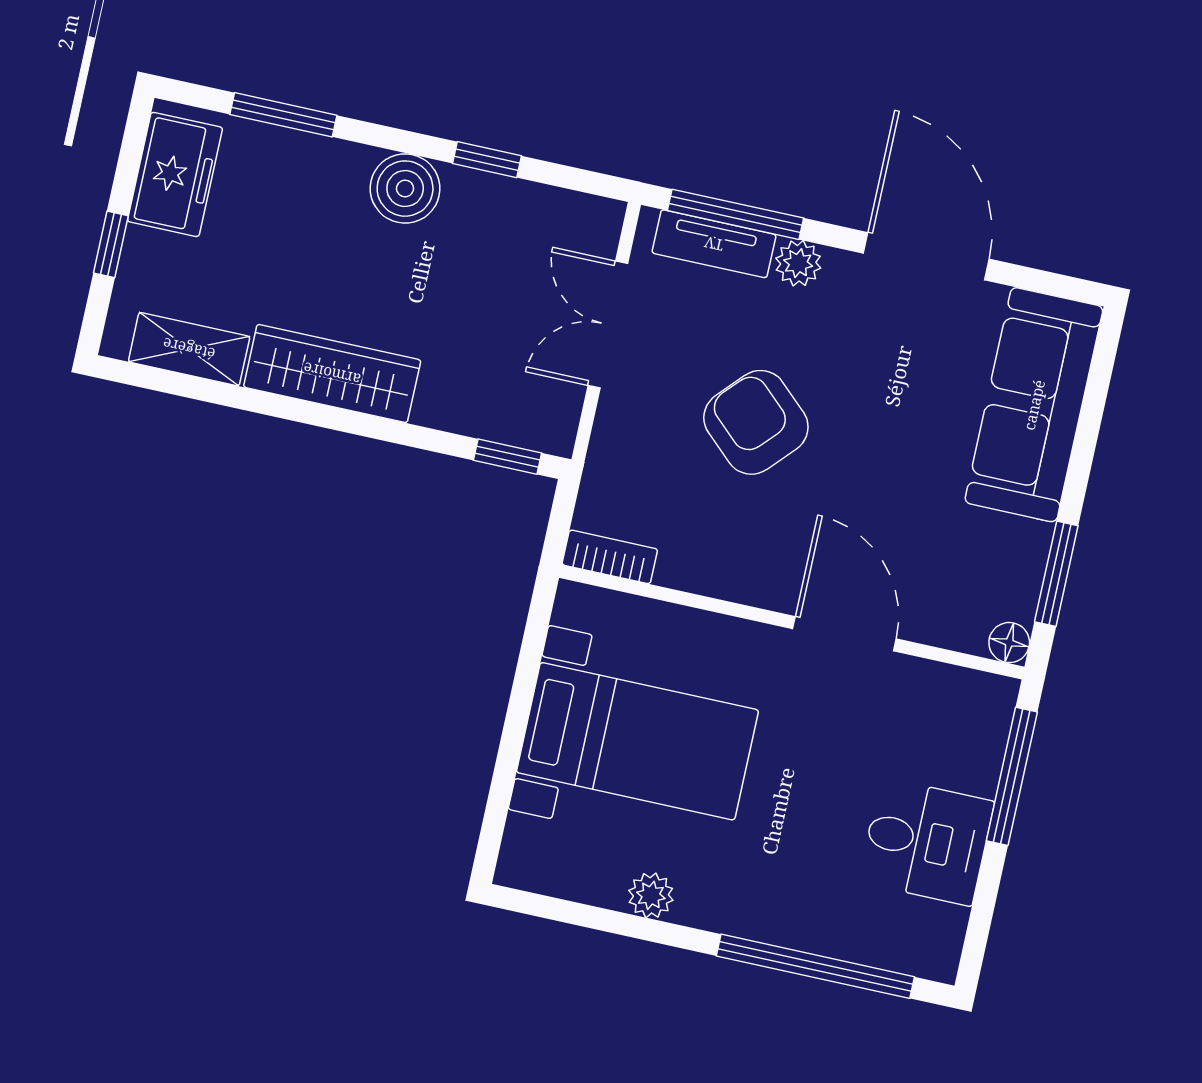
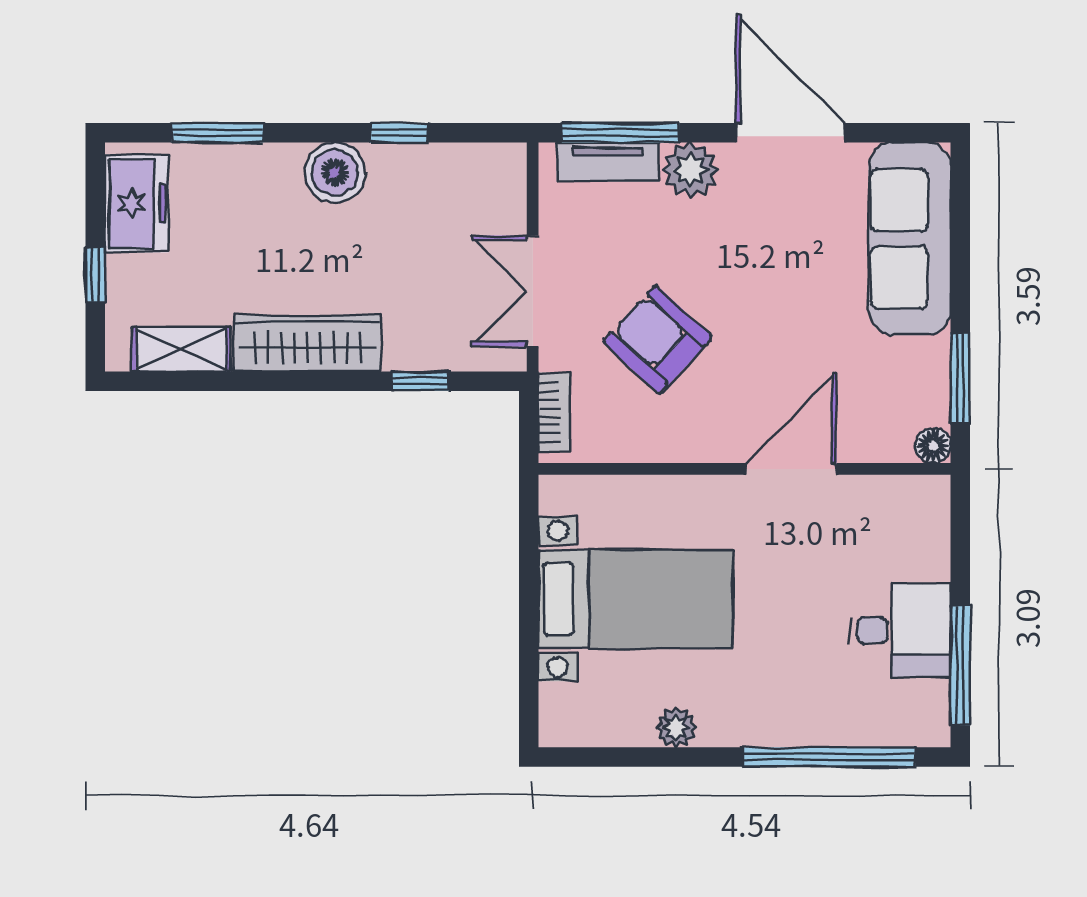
plant: (798, 263) -> (691, 170), width x1.38, depth x1.38
double door: (608, 325) -> (533, 291), moved
armchair: (756, 422) -> (658, 339), moved
window: (508, 457) -> (420, 381), moved
bookcase: (610, 557) -> (554, 412), moved, turned 90
door: (844, 634) -> (791, 469), hinge flipped
window: (1012, 776) -> (960, 666), moved

